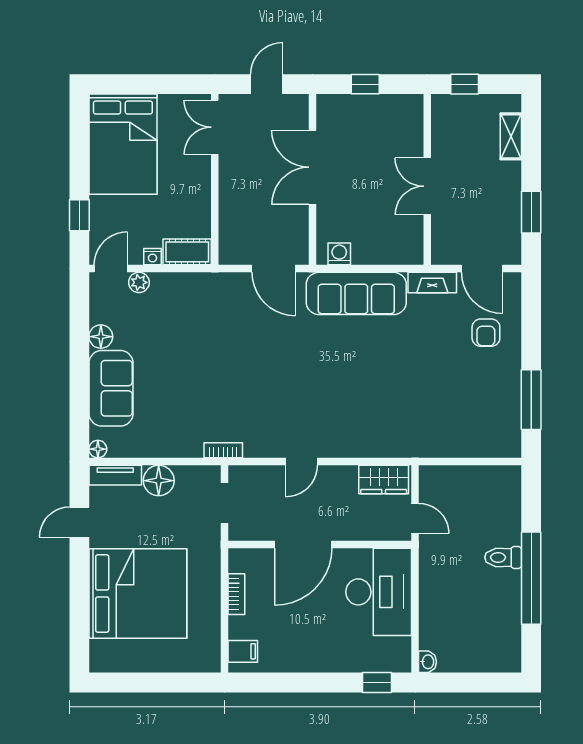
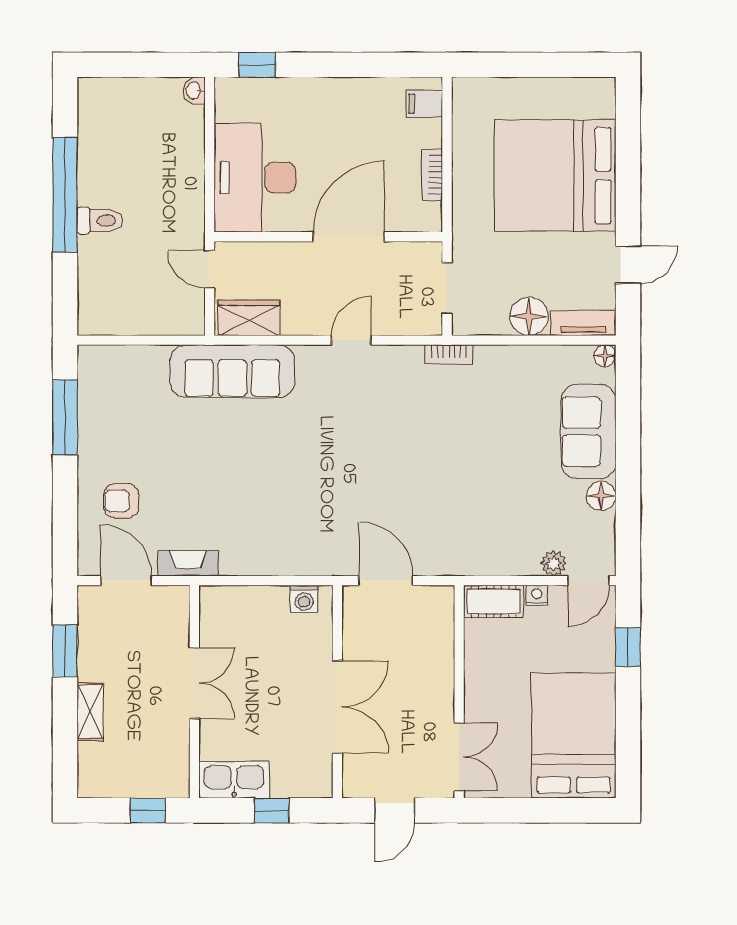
kitchen sink: (395, 109) -> (234, 780), added
shelving: (511, 136) -> (90, 712), moved
sofa: (356, 293) -> (232, 371), moved, turned 180
armchair: (486, 333) -> (121, 501), turned -90

